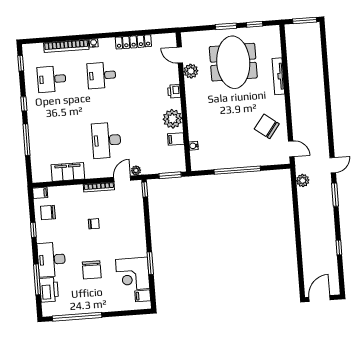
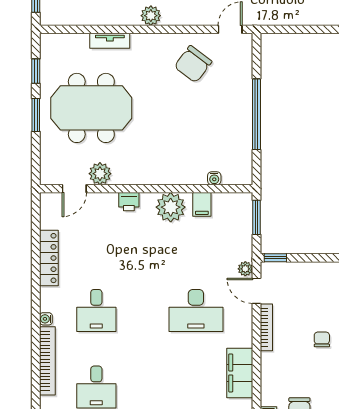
tv unit: (278, 76) -> (110, 41), width x0.71
plant: (303, 180) -> (151, 16), moved

